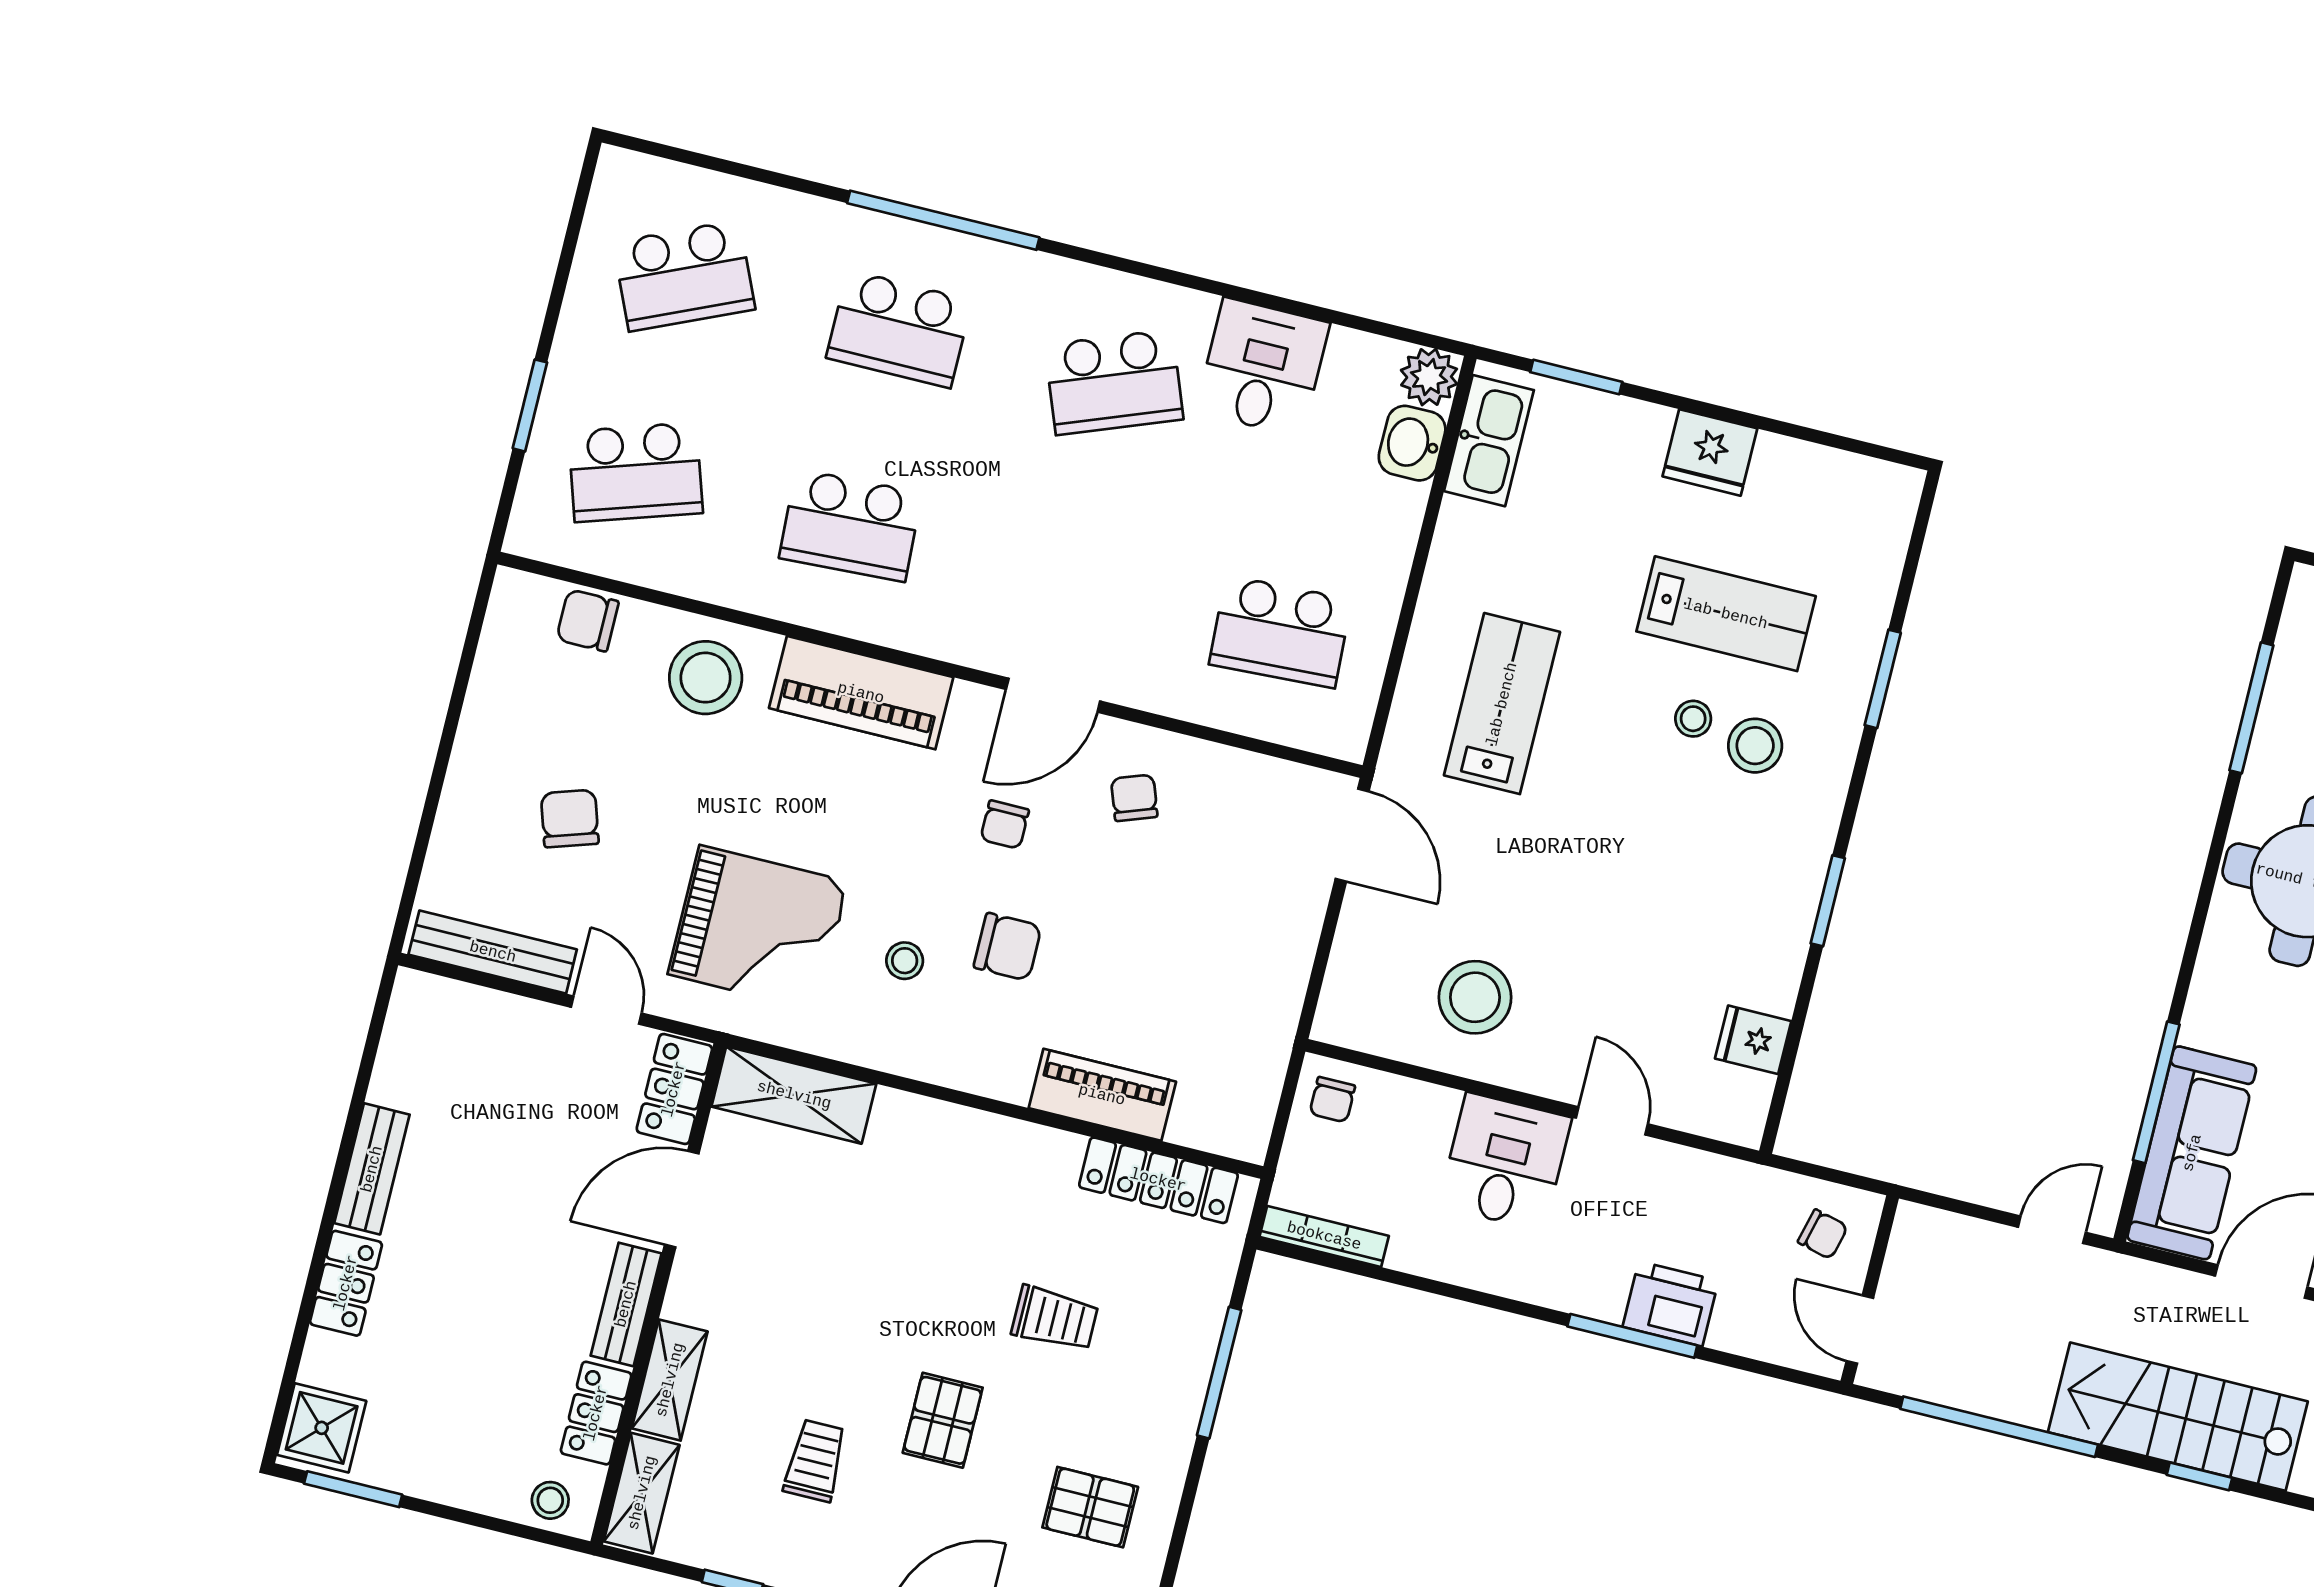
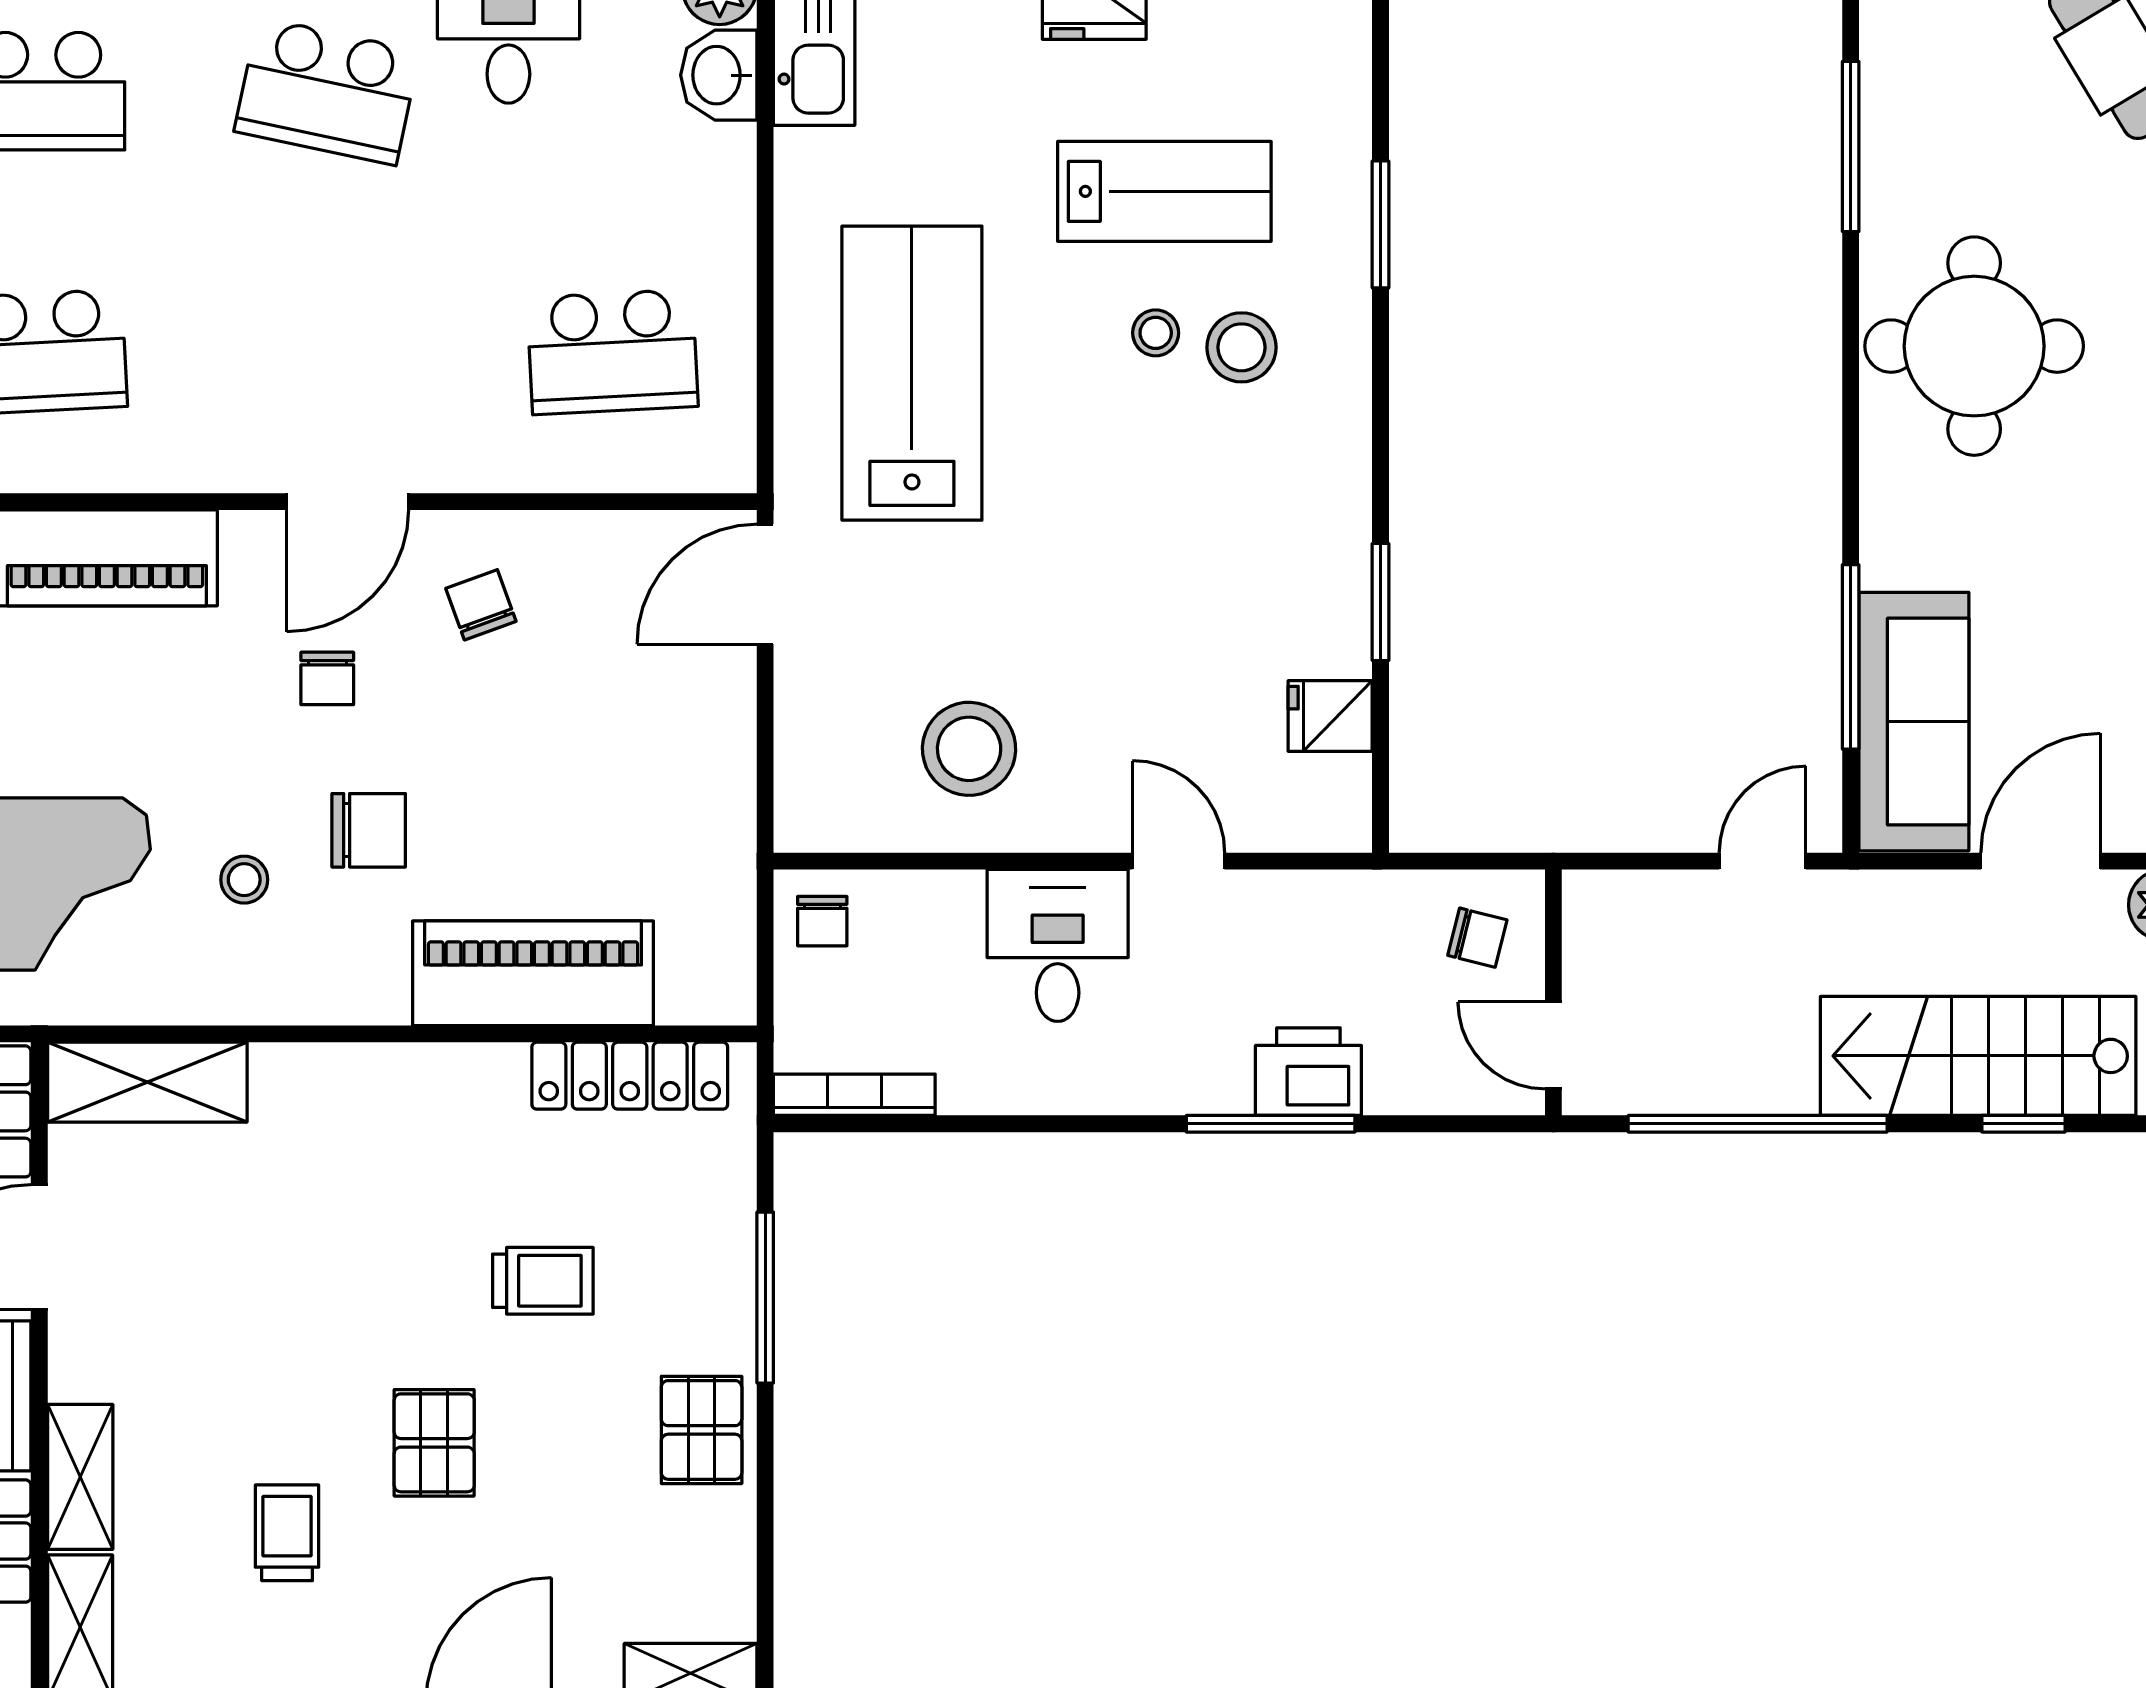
school desk: (1114, 382) -> (327, 91), turned 33
lab bench: (1502, 704) -> (912, 373), width x1.36, depth x1.39
door: (1352, 835) -> (765, 584), swing flipped
window: (1828, 901) -> (1380, 602), moved
piano: (1102, 1095) -> (533, 973), width x1.37, depth x1.33
pallet: (1090, 1507) -> (702, 1430), moved, turned 90

